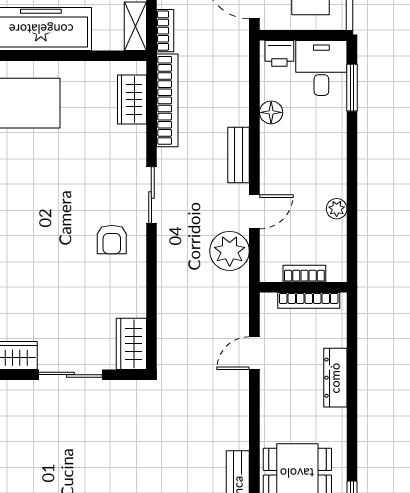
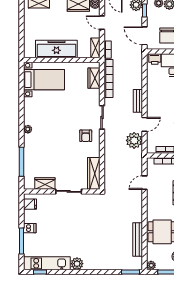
floor lamp: (271, 112) -> (151, 83), removed
wardrobe: (131, 344) -> (94, 173), width x1.50

